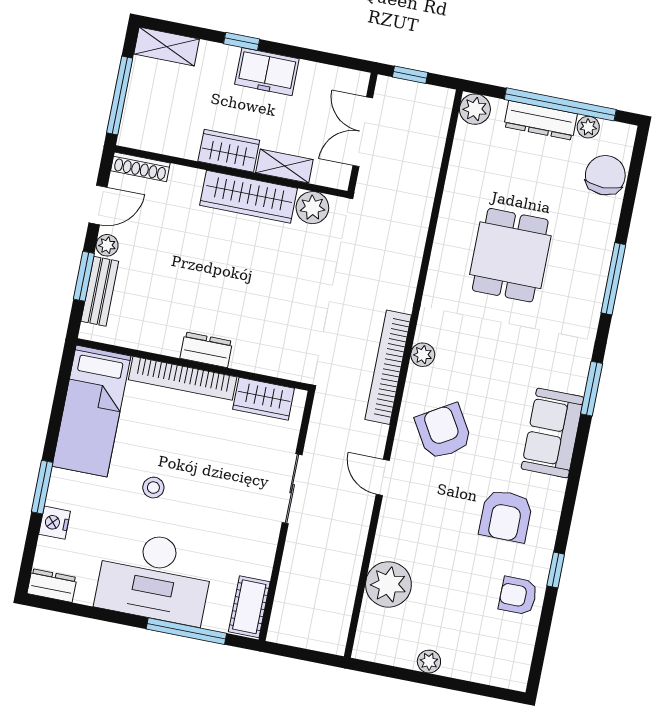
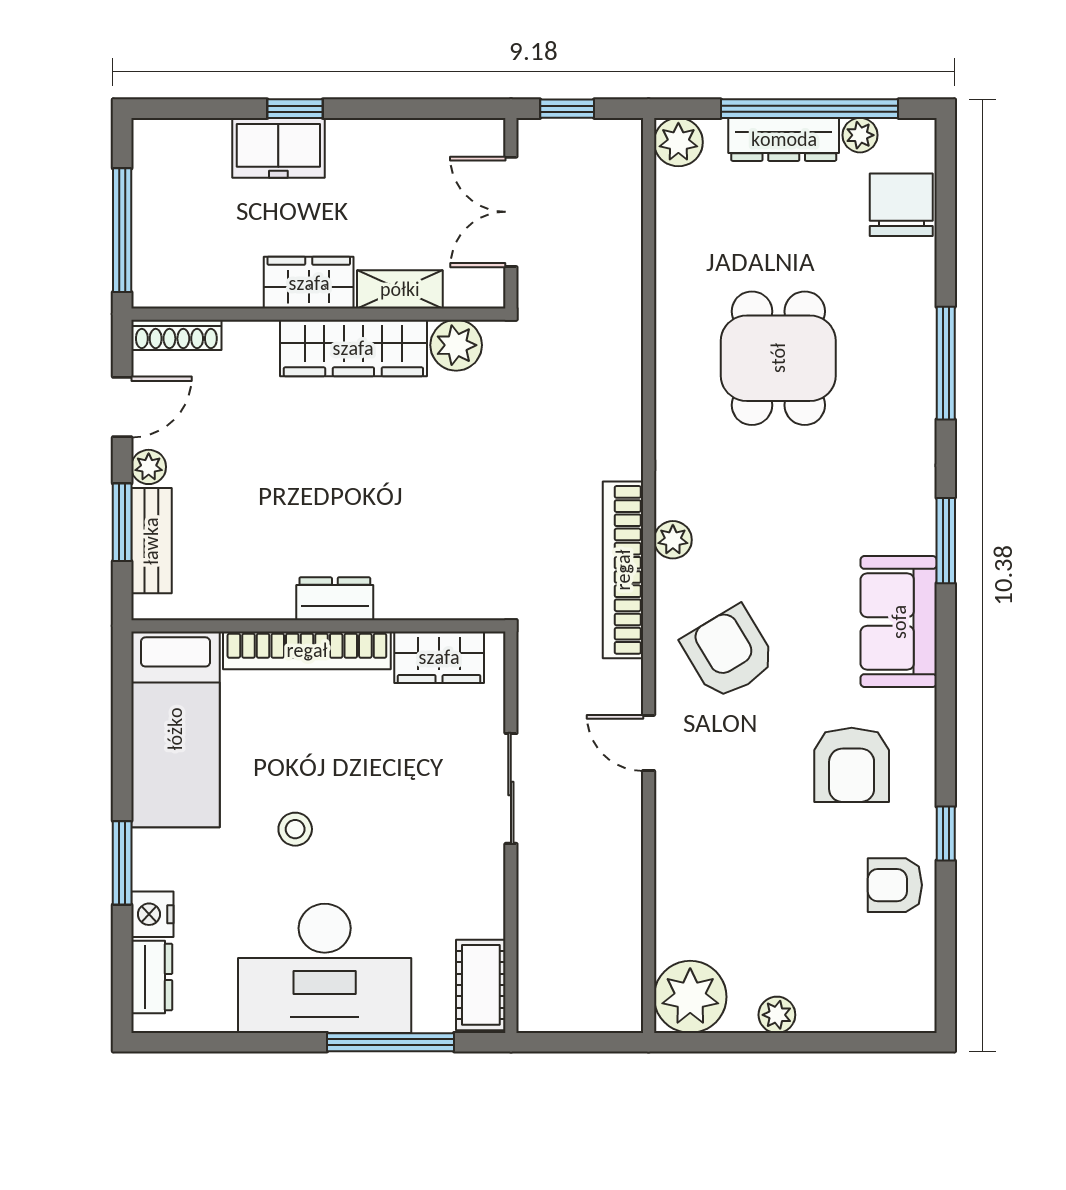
shelving: (167, 46) -> (180, 140), removed
freezer: (267, 72) -> (278, 148), moved
plant: (388, 584) -> (690, 997), moved
dresser: (52, 585) -> (152, 977), moved, turned 90

